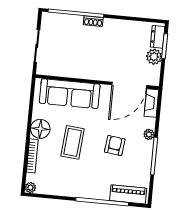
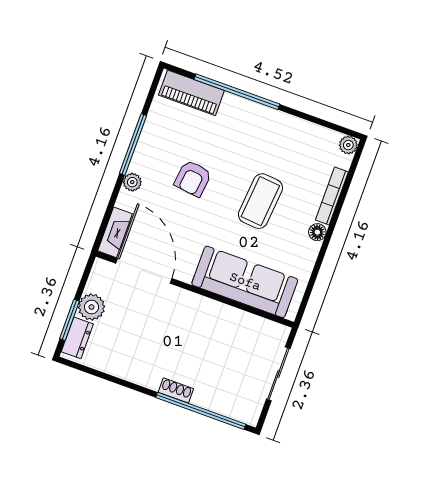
door: (129, 85) -> (144, 271), hinge flipped
floor lamp: (40, 129) -> (317, 232), width x0.53, depth x0.53

